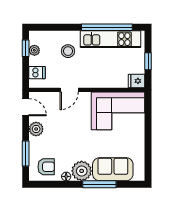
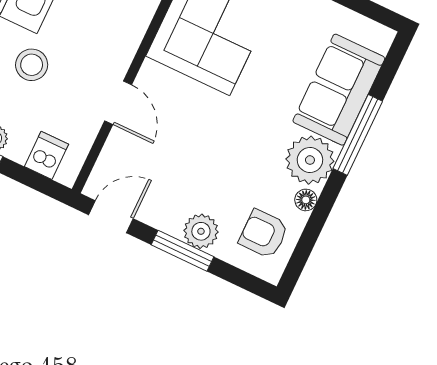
plant: (36, 129) -> (201, 231), moved
window: (26, 153) -> (183, 251), moved
armchair: (46, 167) -> (264, 234), turned -90

